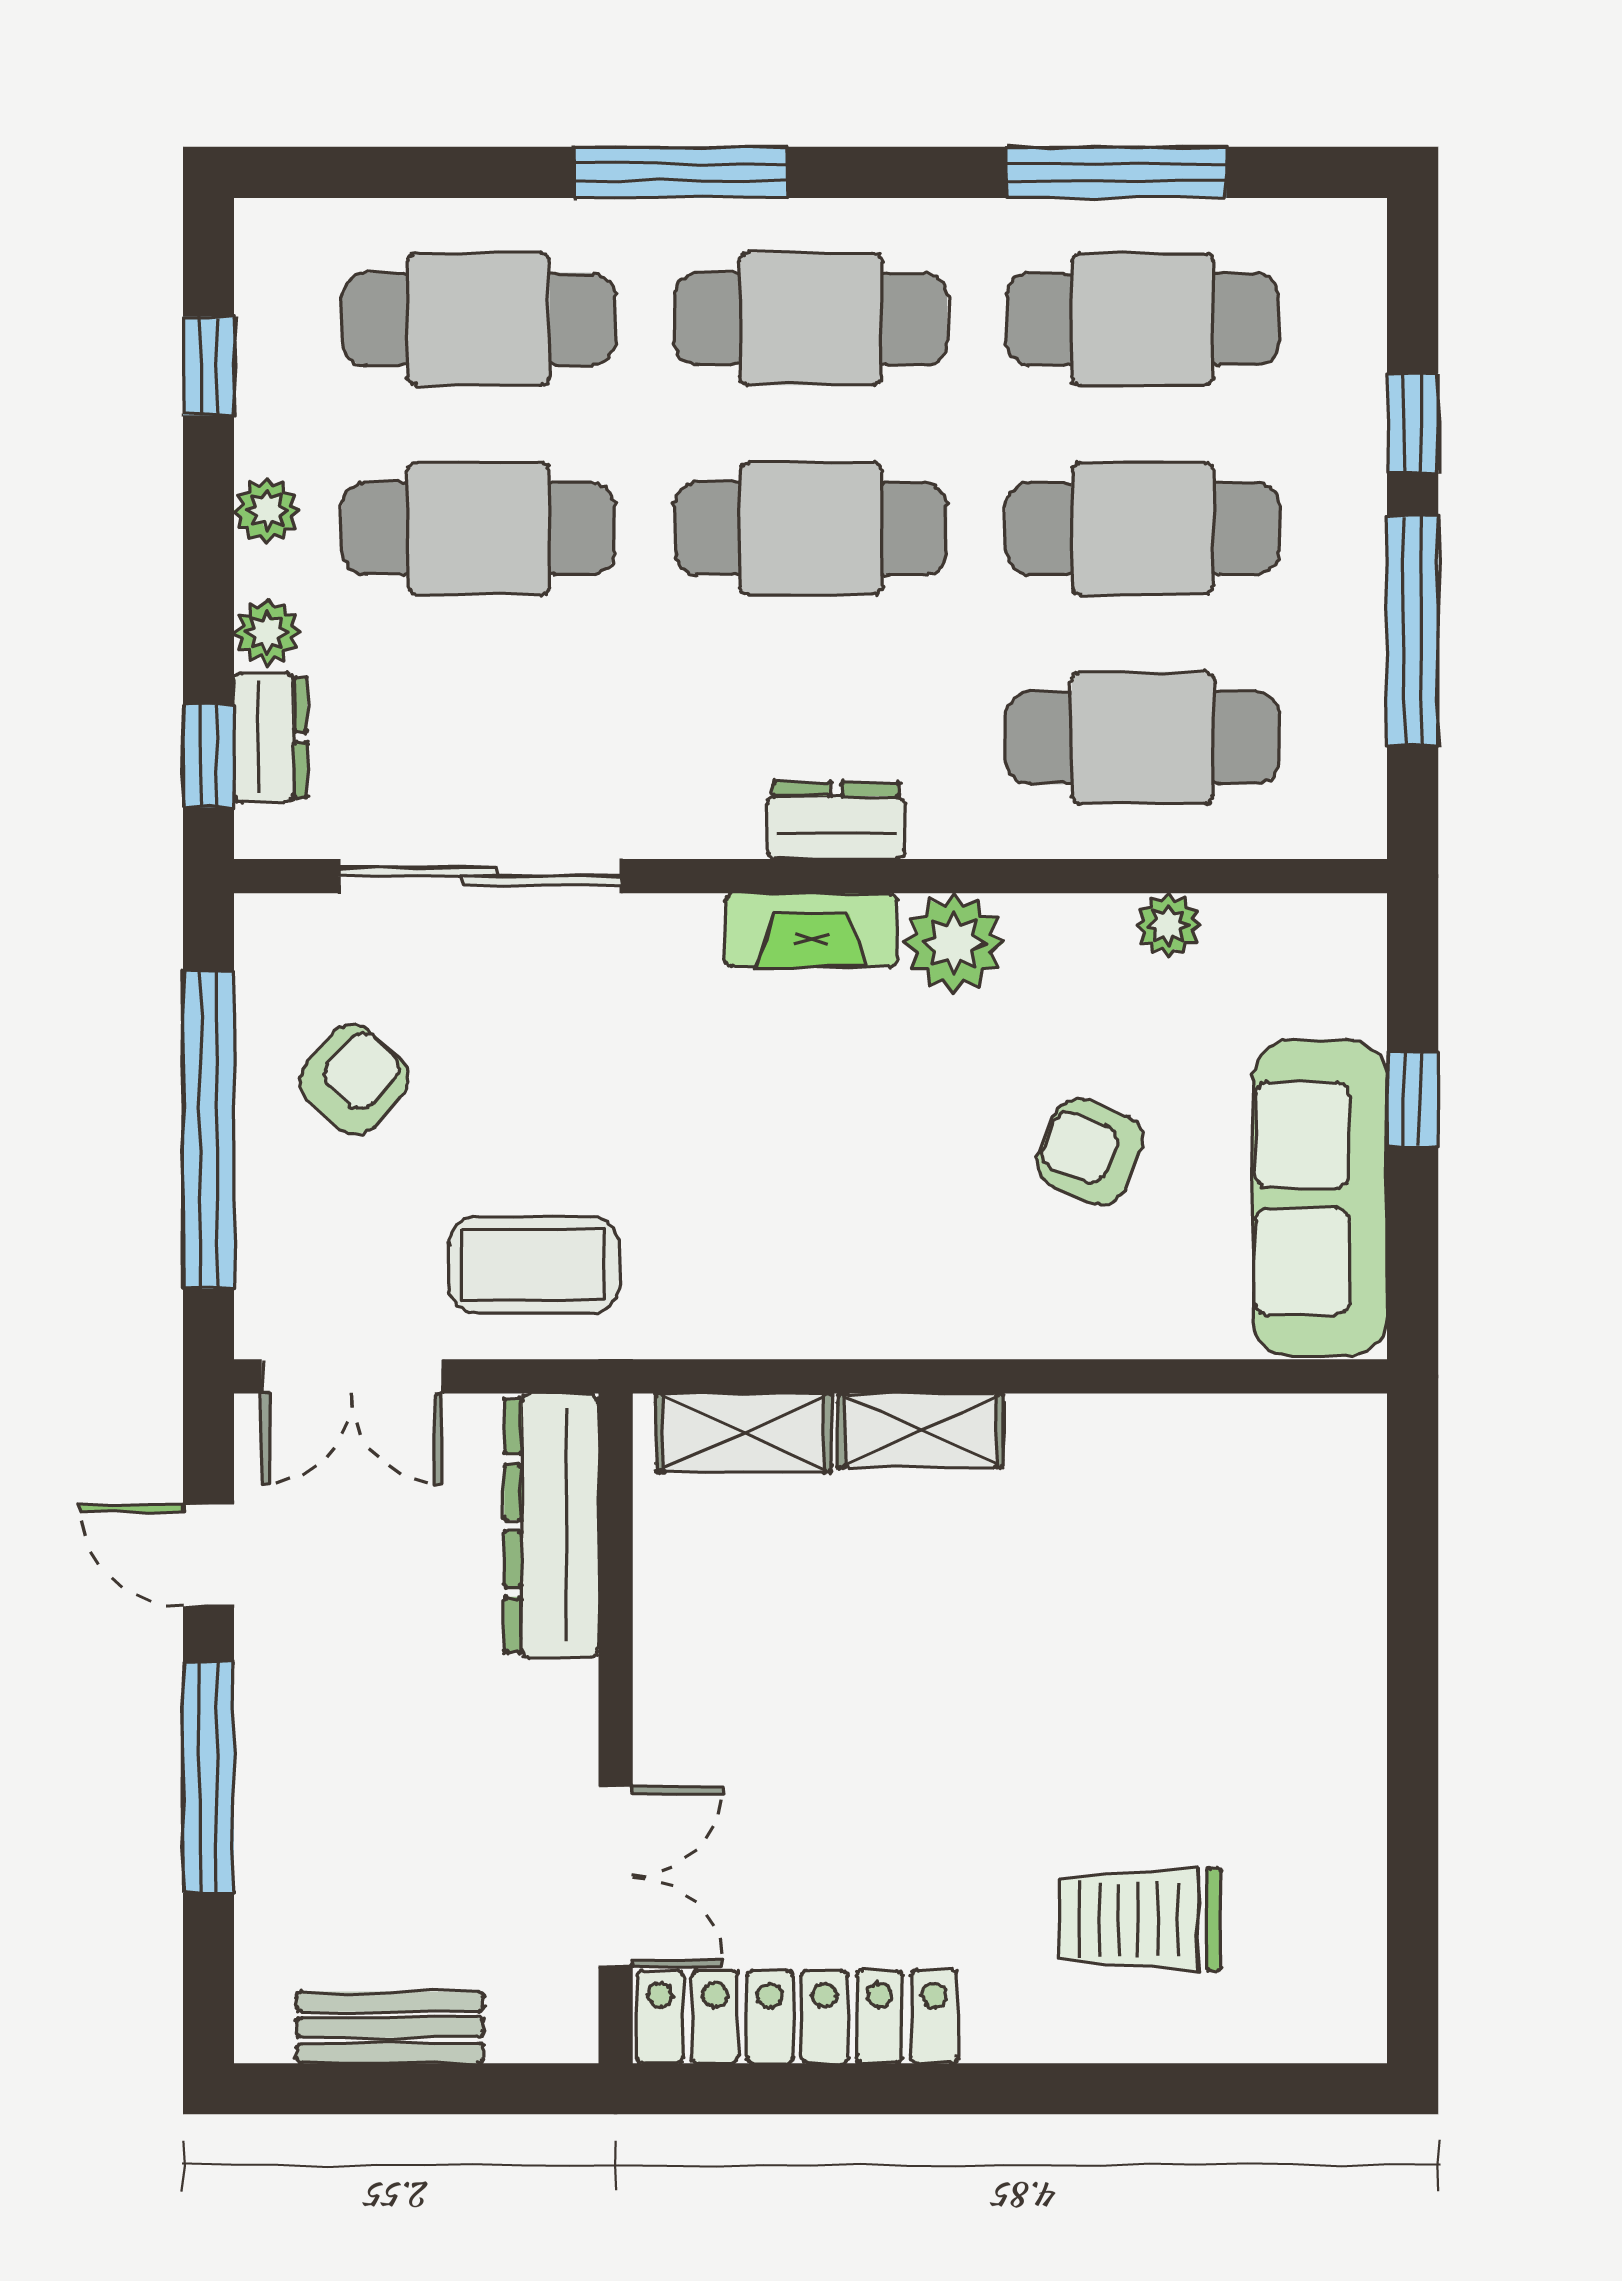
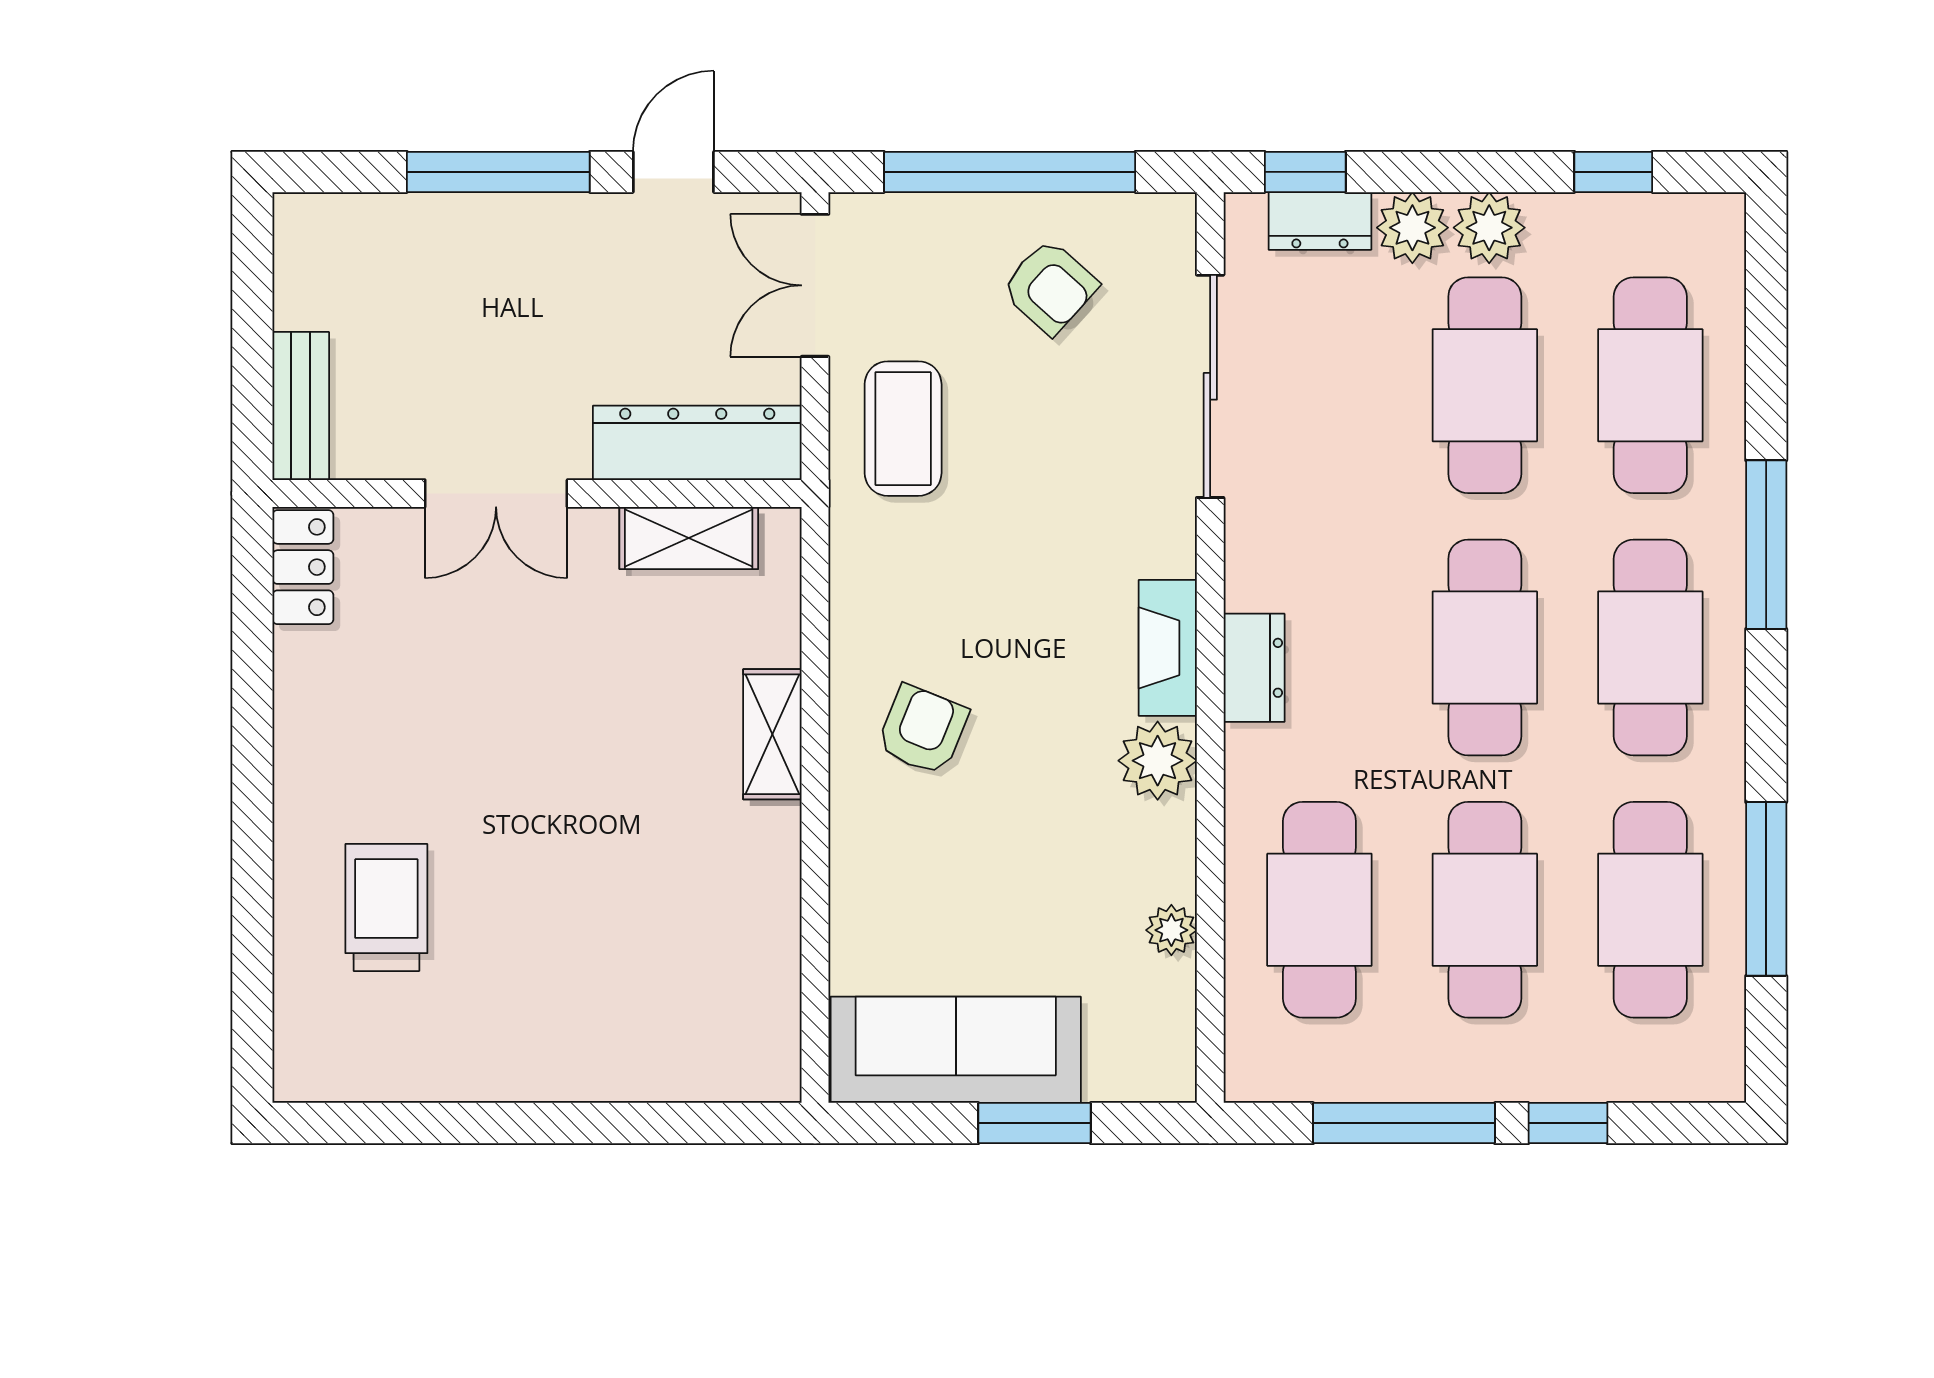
plant: (267, 511) -> (1489, 228), width x1.38, depth x1.38
plant: (267, 633) -> (1412, 228), width x1.38, depth x1.38
window: (1413, 1099) -> (1034, 1123), width x1.50
armchair: (1090, 1152) -> (923, 730), moved
shelving: (744, 1433) -> (689, 538), moved, turned 90
double door: (616, 1877) -> (496, 493), moved
locker: (797, 2017) -> (303, 567), width x0.46, depth x0.83
bench: (390, 2028) -> (301, 406), moved

